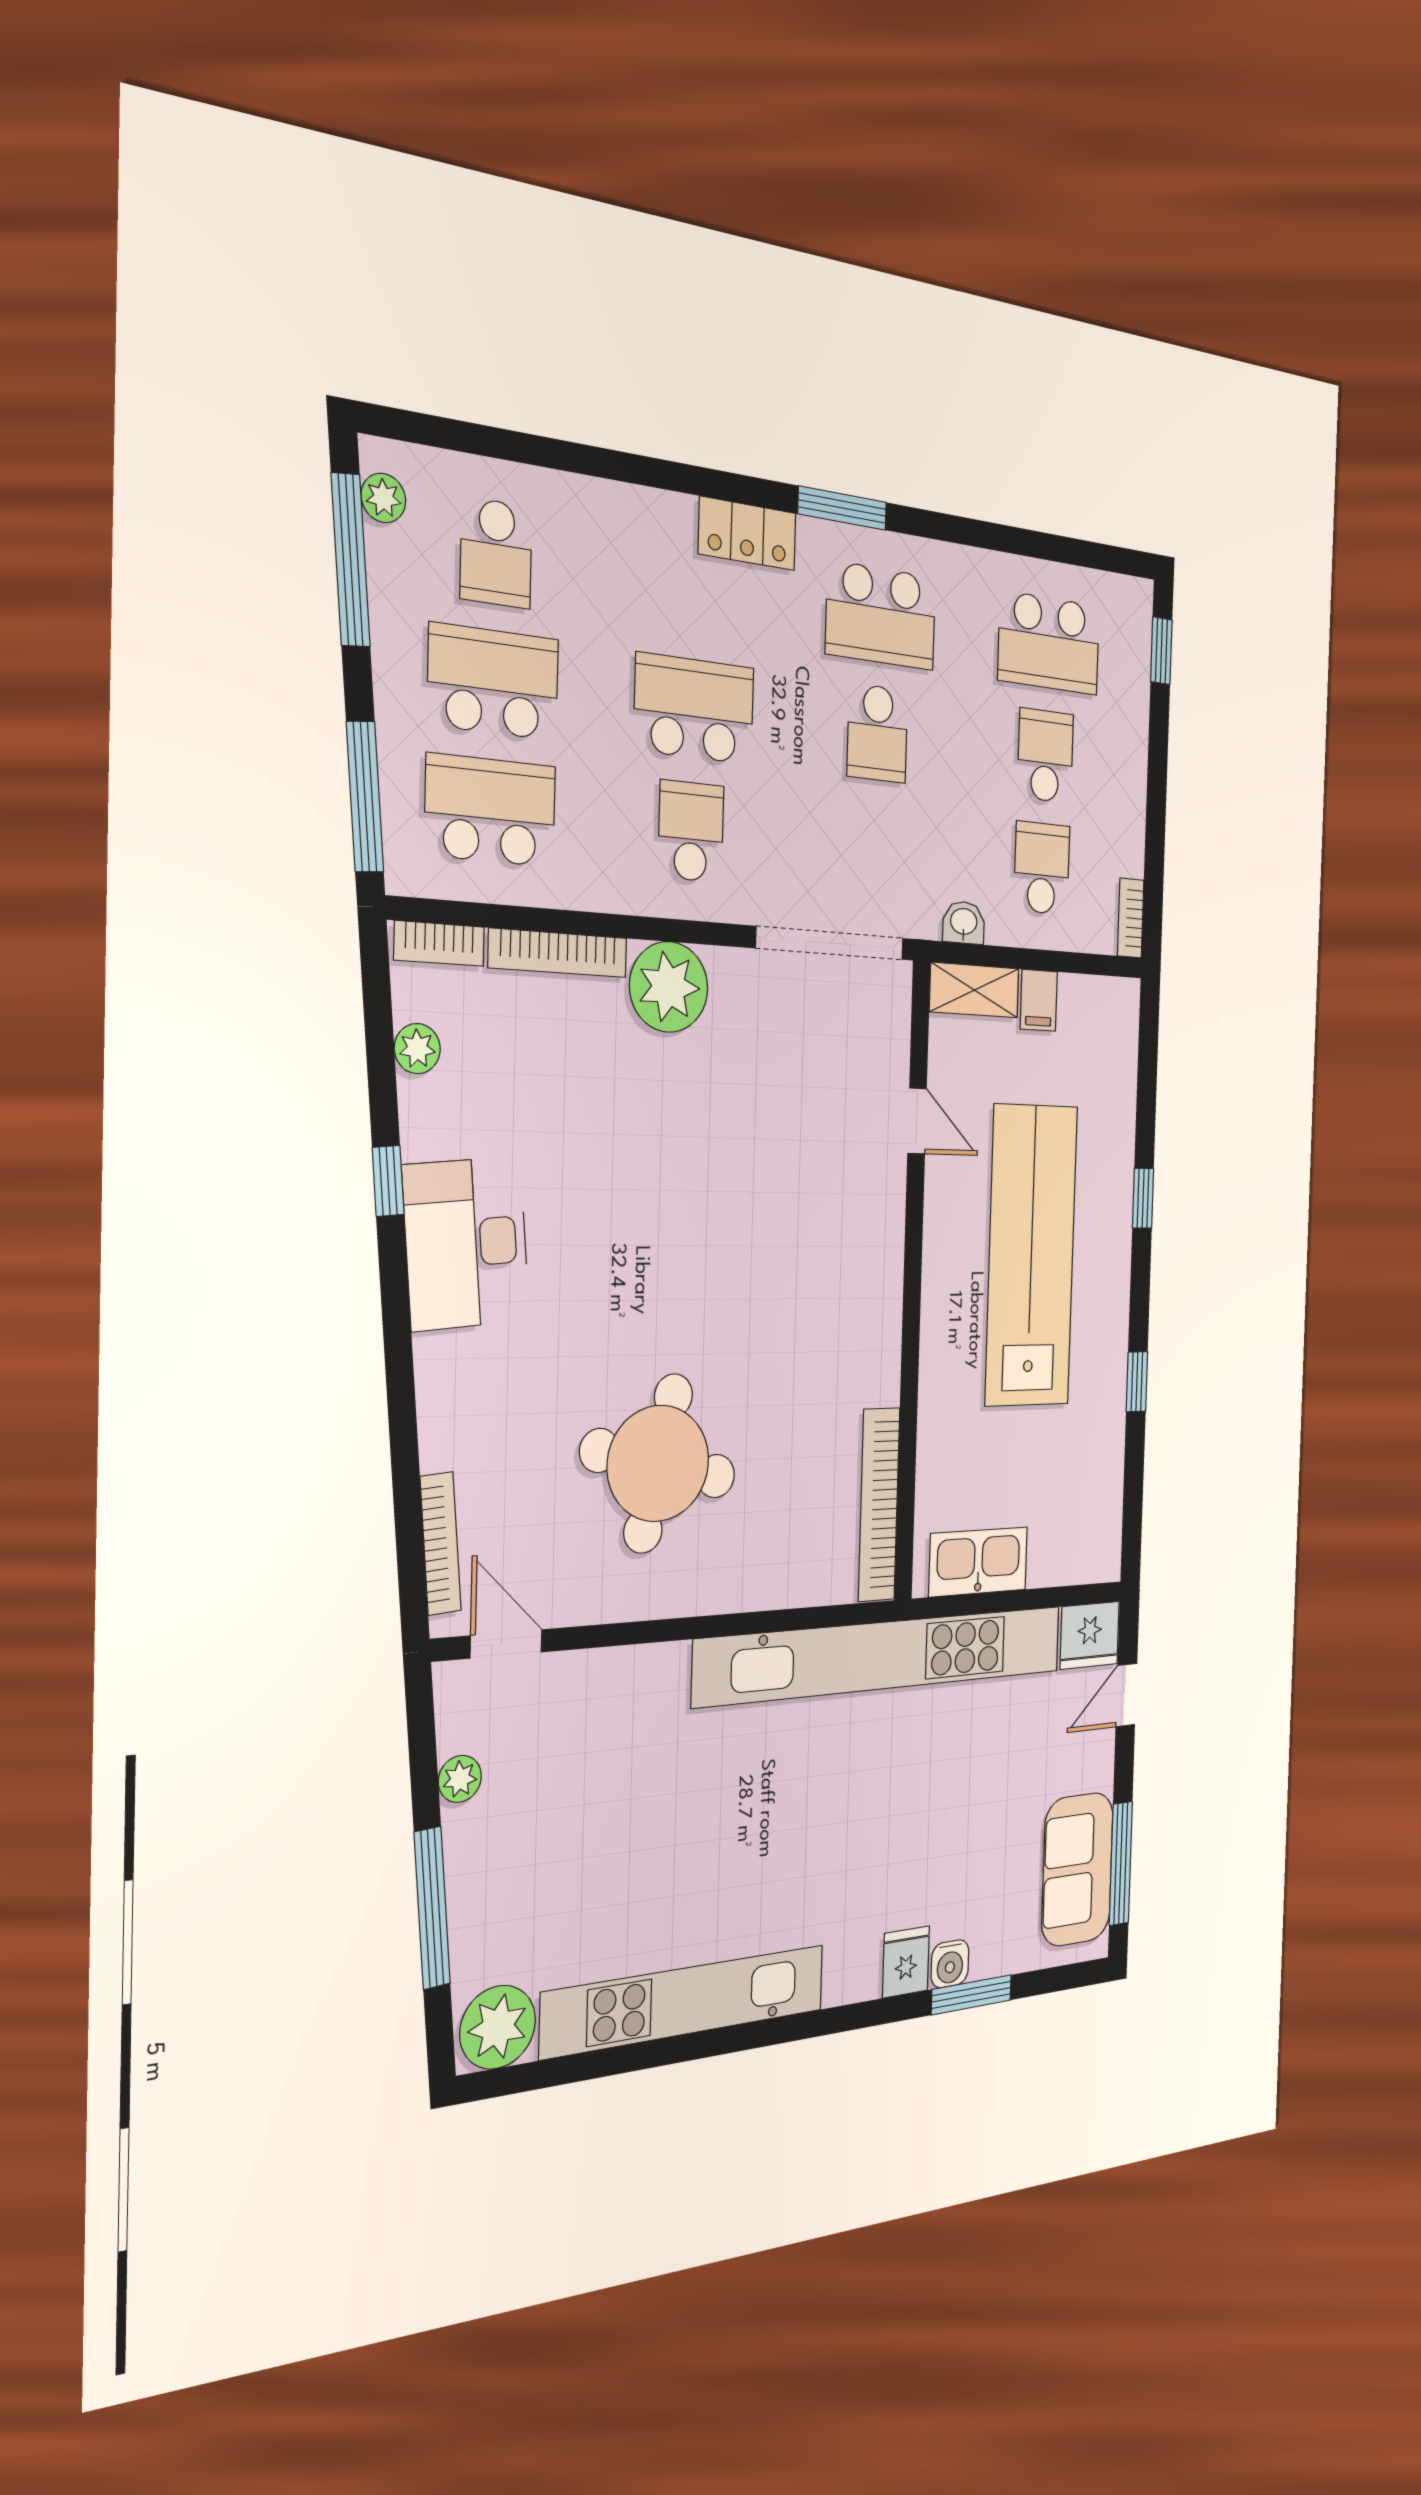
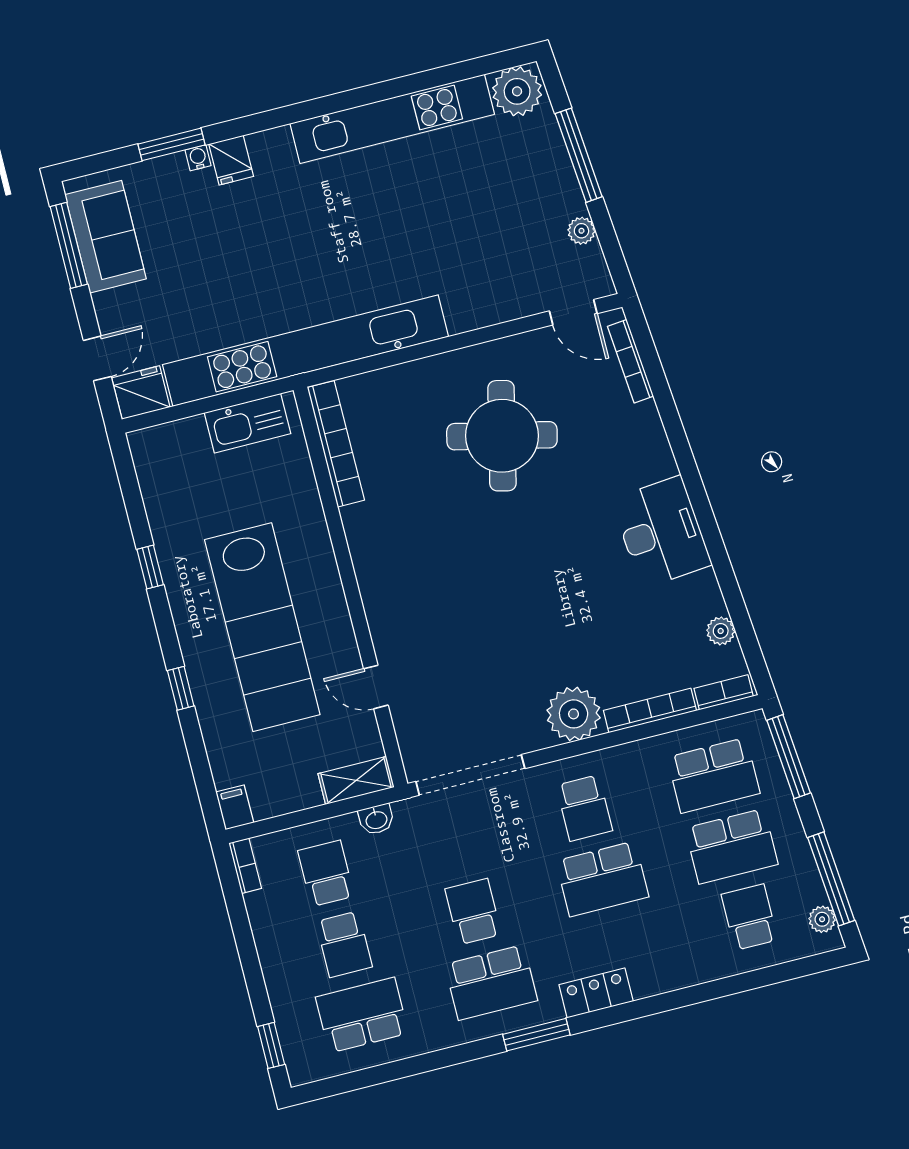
school desk: (881, 616) -> (491, 983), turned 180
school desk: (1042, 868) -> (326, 873), turned 180
filing cabinet: (1039, 1000) -> (235, 807), moved
window: (388, 1181) -> (718, 554), removed
water cooler: (950, 1964) -> (198, 158), width x0.72, depth x0.72

